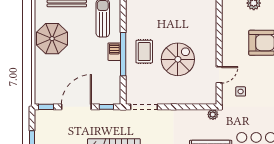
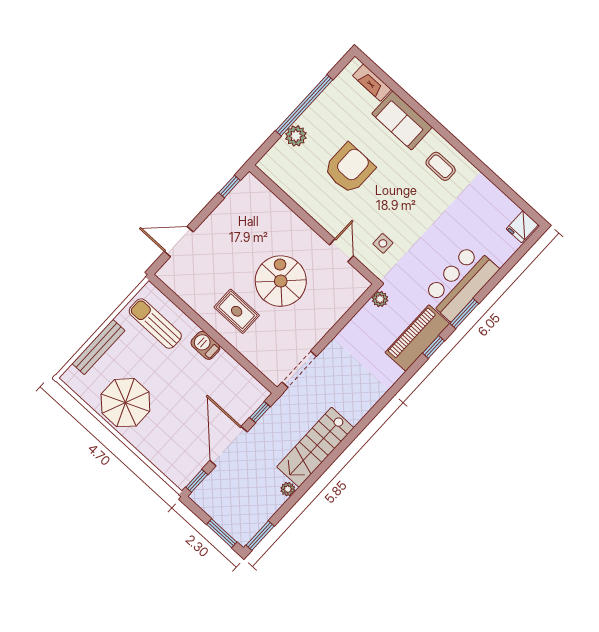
window: (123, 54) -> (217, 338), removed

